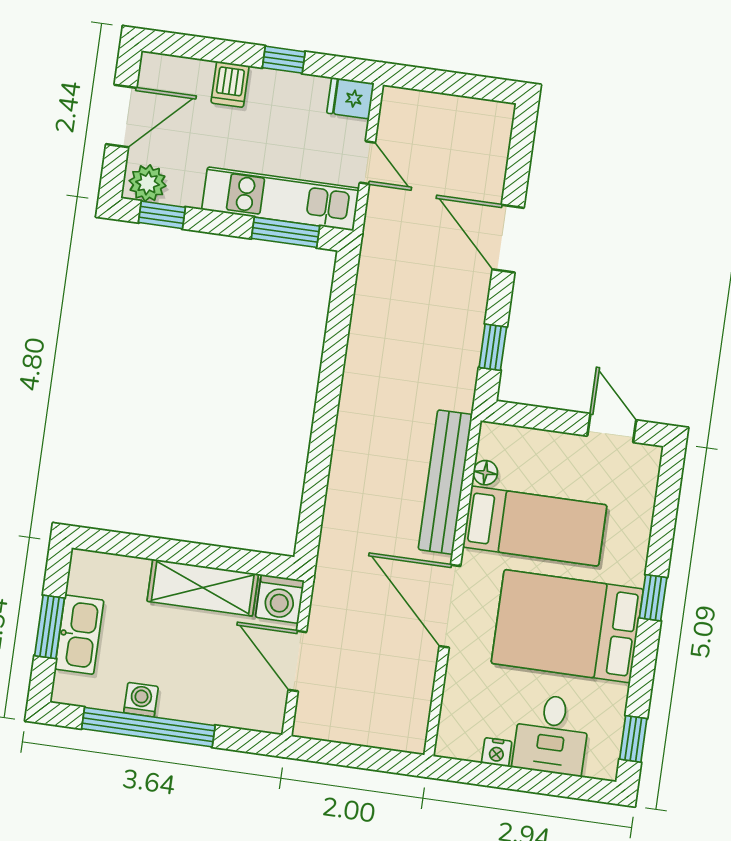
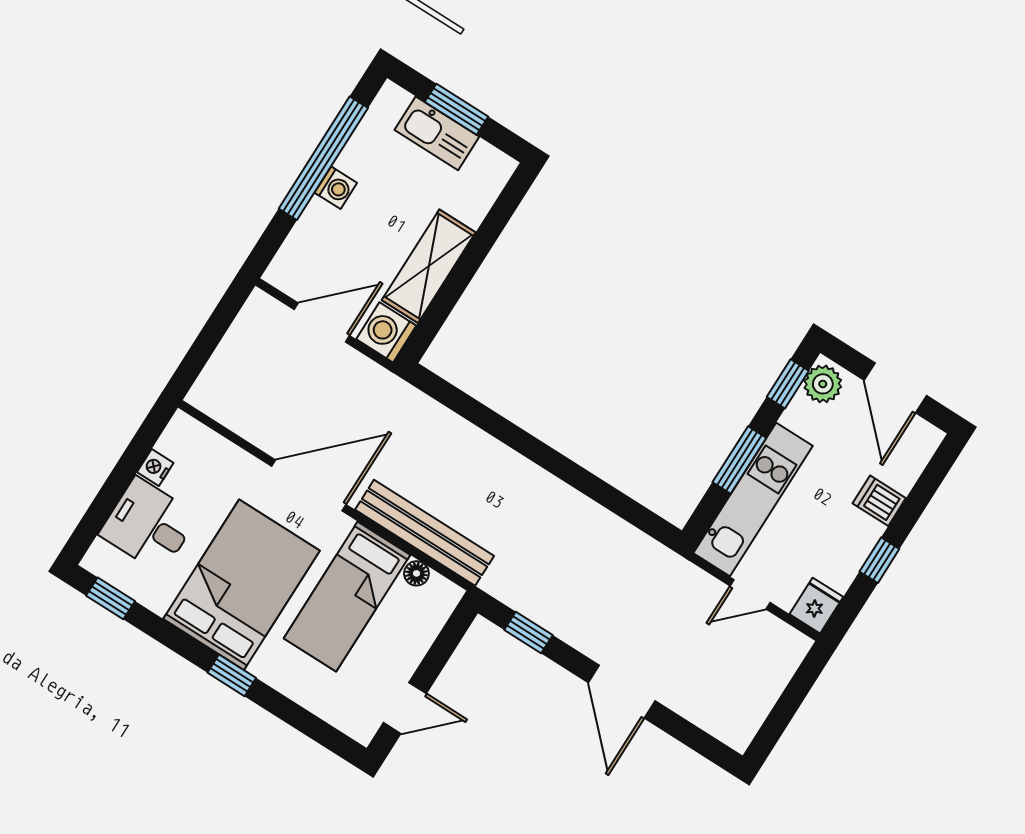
window: (285, 232) -> (739, 460), moved
door: (508, 239) -> (622, 692), swing flipped
washing machine: (141, 700) -> (336, 188), moved

